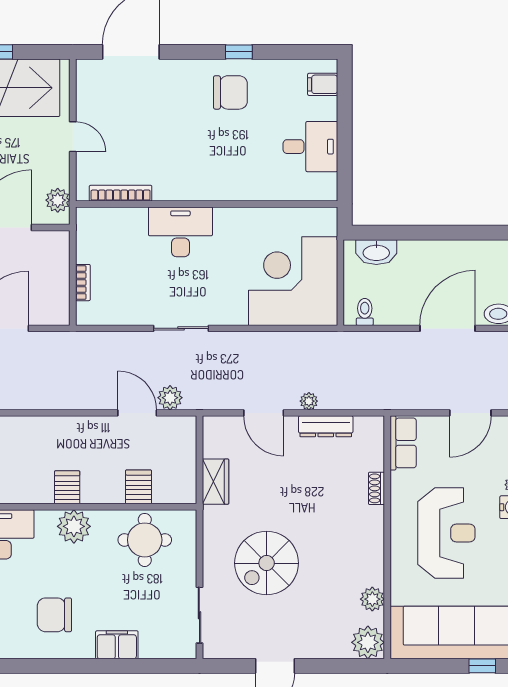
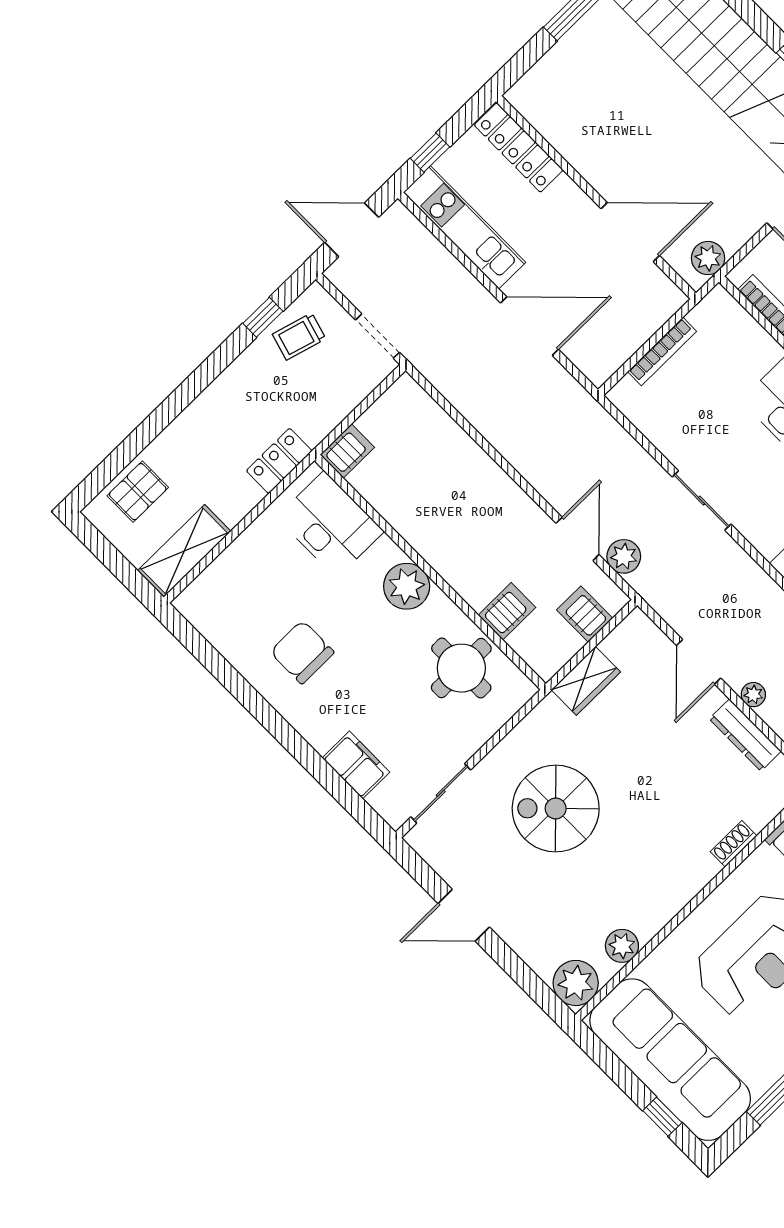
bookcase: (83, 283) -> (662, 351), width x1.56
server rack: (67, 487) -> (585, 614), moved, turned -90
filing cabinet: (117, 645) -> (356, 765), moved

